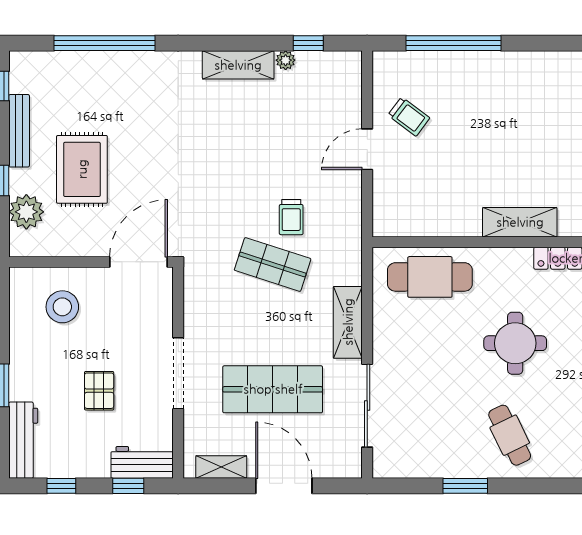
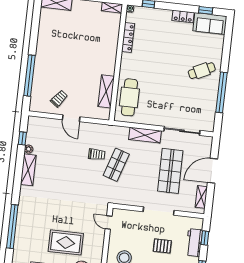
shelving: (520, 222) -> (106, 91), moved
door: (139, 262) -> (109, 223), width x0.53
round table: (515, 343) -> (162, 64), removed
workbench: (142, 462) -> (194, 243), moved
window: (465, 486) -> (221, 92), width x2.11

